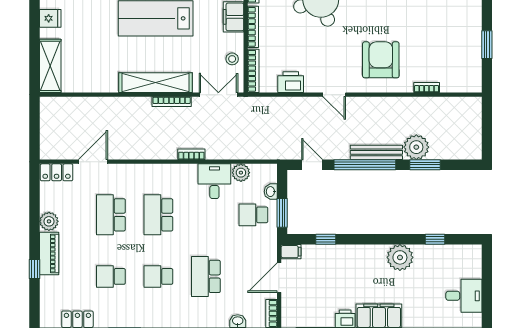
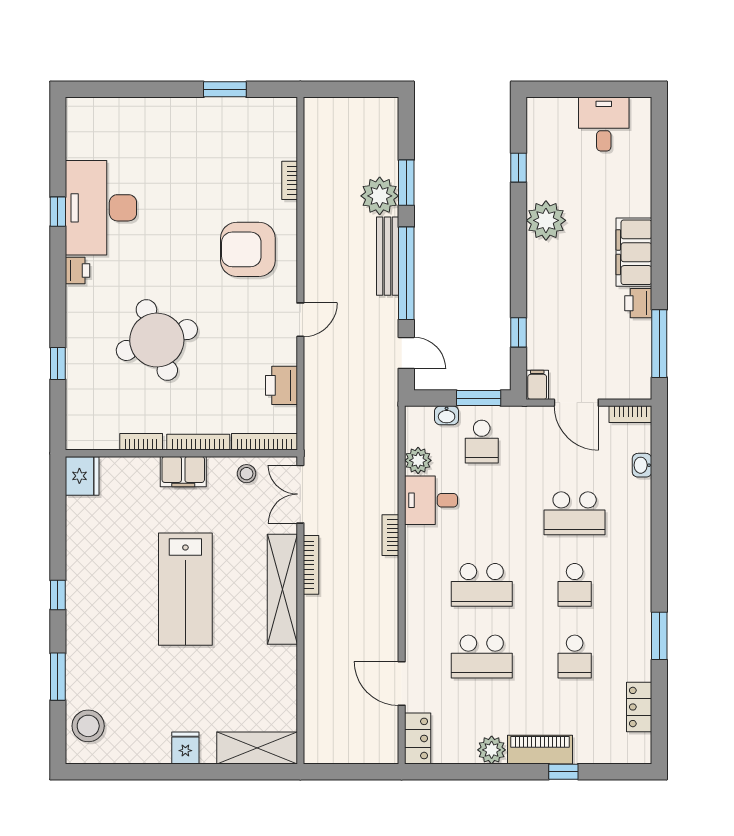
door: (312, 165) -> (406, 353), swing flipped

